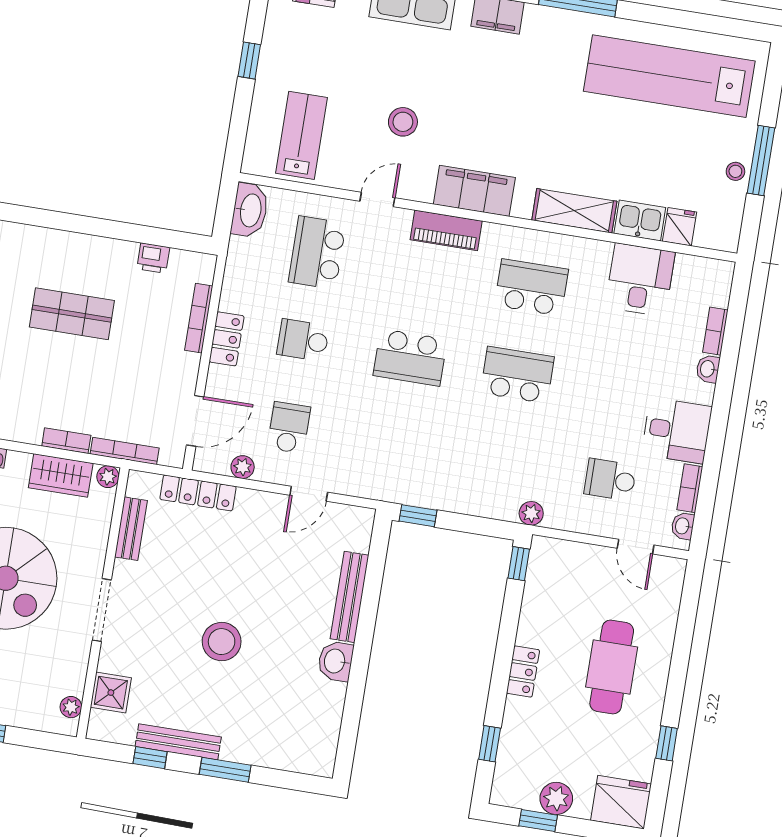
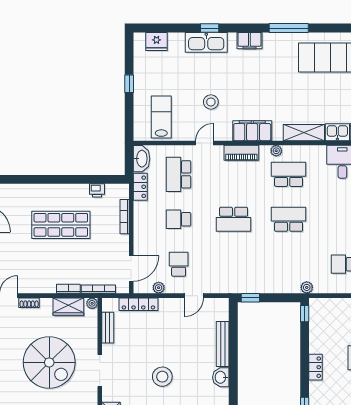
plant: (515, 237) -> (276, 151), added
shop shelf: (72, 314) -> (61, 225), width x1.43, depth x1.36
locker: (227, 339) -> (140, 187), moved

